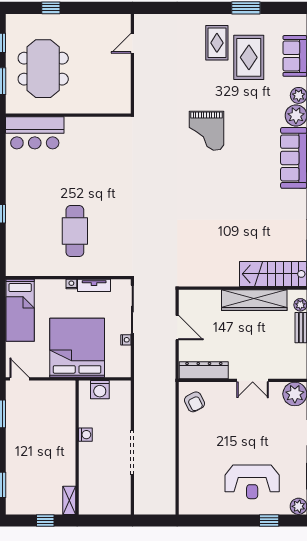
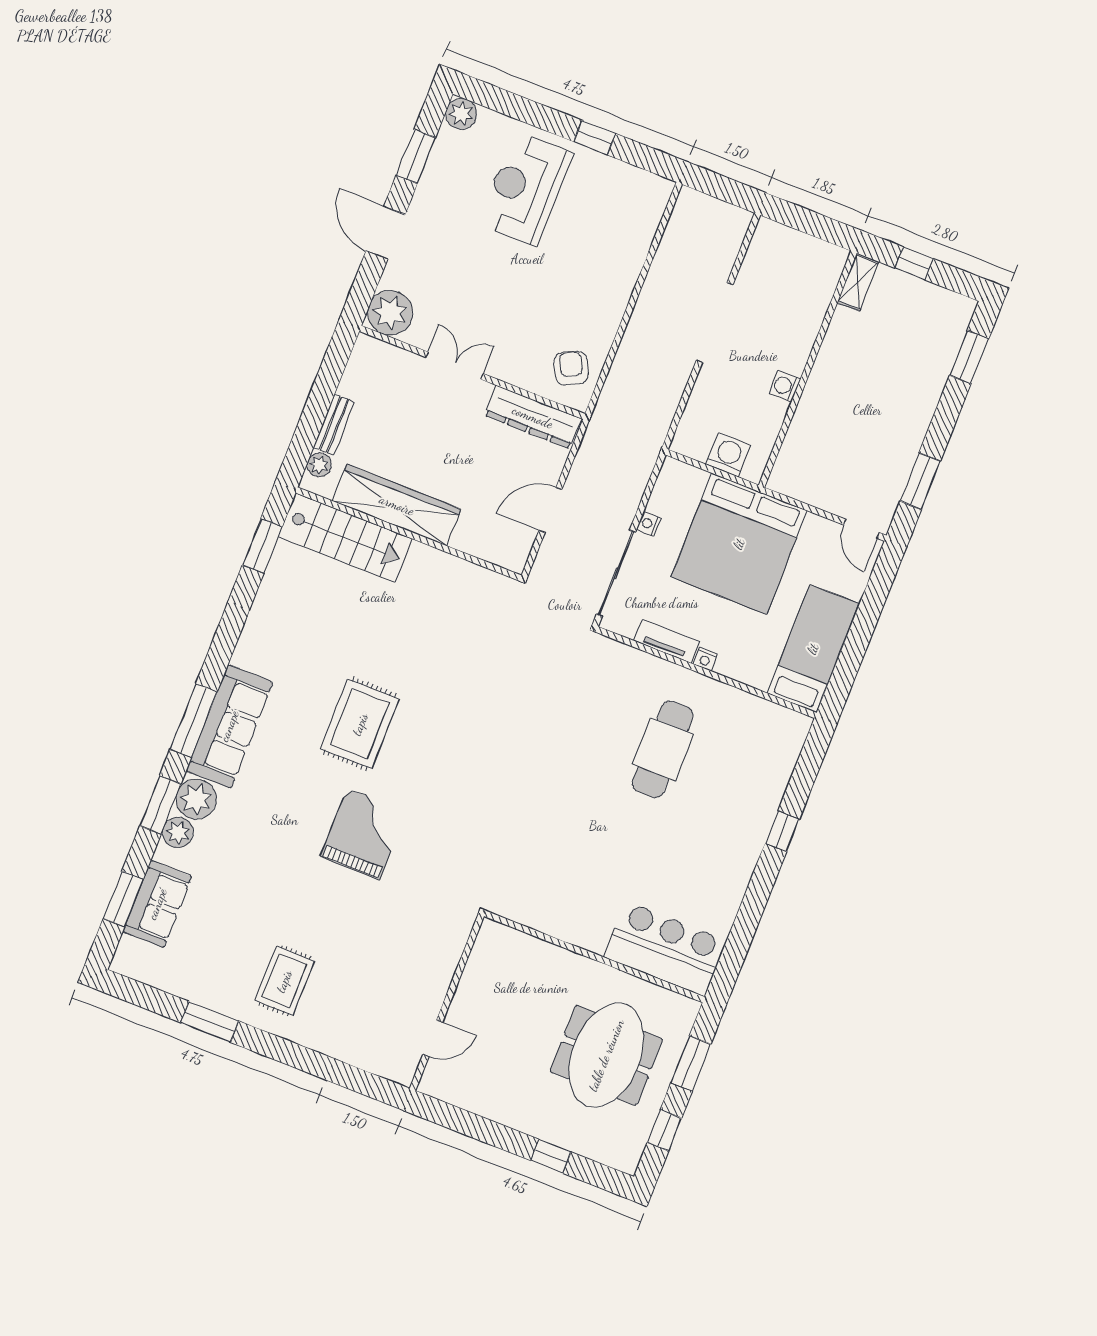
rug: (249, 57) -> (360, 724), moved
door: (177, 328) -> (550, 510), hinge flipped
reception desk: (252, 482) -> (525, 189), turned -90
window: (269, 521) -> (595, 138), moved

